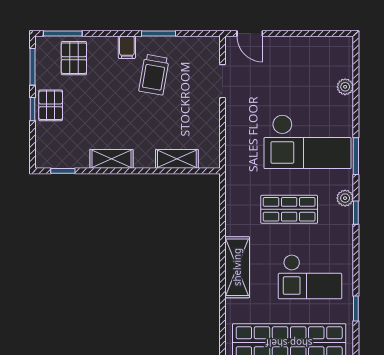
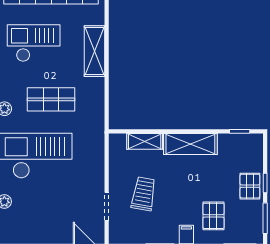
pallet: (74, 58) -> (213, 216), moved
trolley: (154, 75) -> (144, 194), moved
shelving: (111, 159) -> (190, 144), width x1.50, depth x1.33

